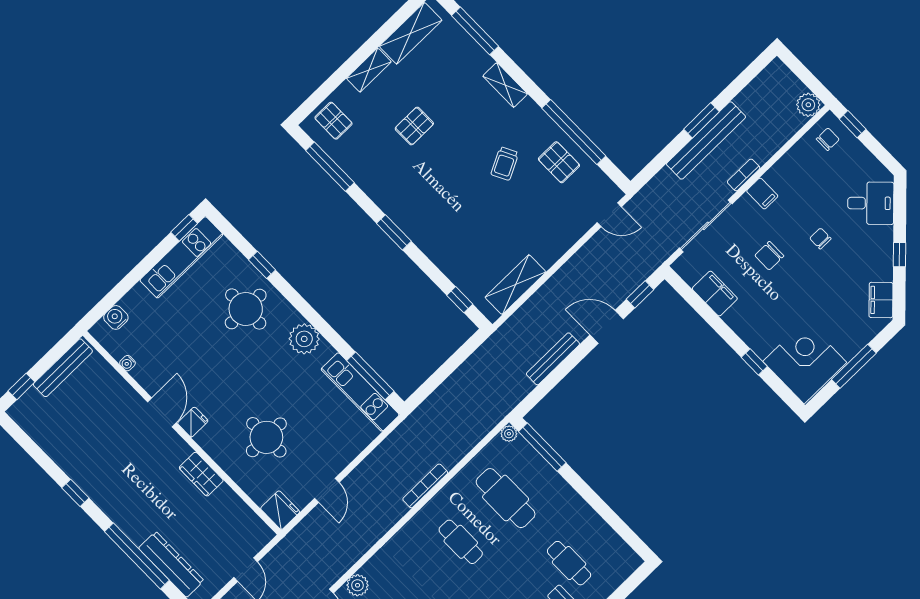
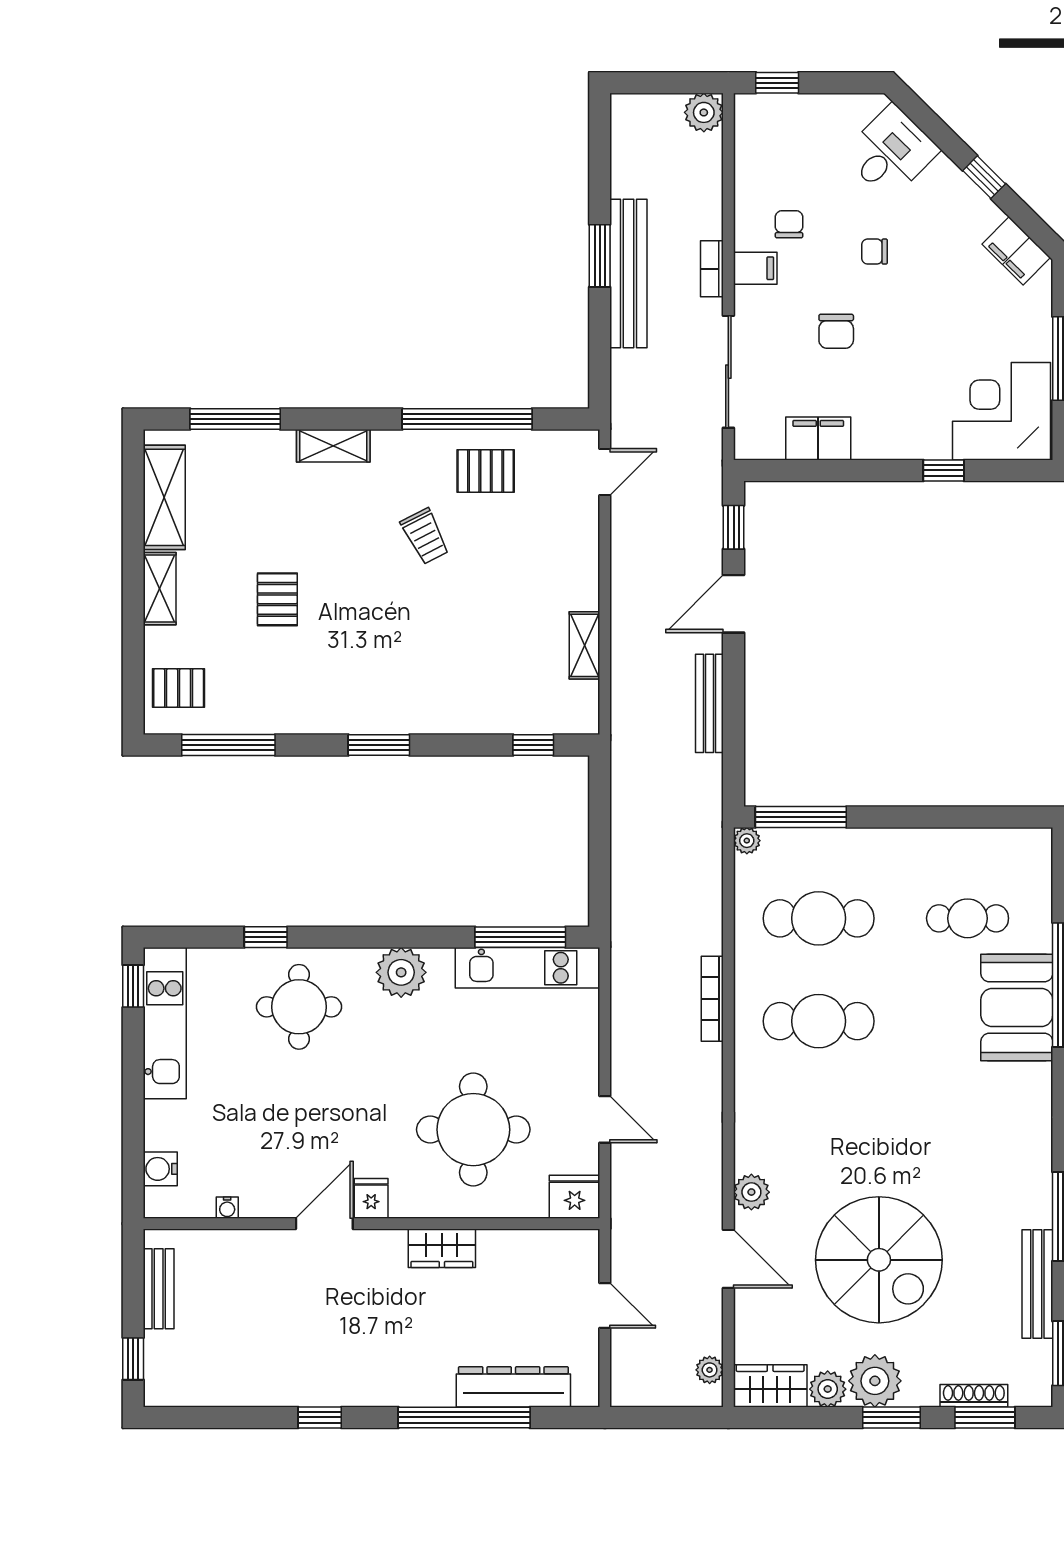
chair: (828, 139) -> (789, 224), moved
shelving: (515, 285) -> (584, 645), width x0.67, depth x0.75
bench: (63, 368) -> (159, 1289), width x0.73
door: (162, 412) -> (324, 1224), hinge flipped
round table: (266, 437) -> (473, 1130), width x1.36, depth x1.36
cafe table: (461, 542) -> (819, 1021), width x1.37, depth x1.35

